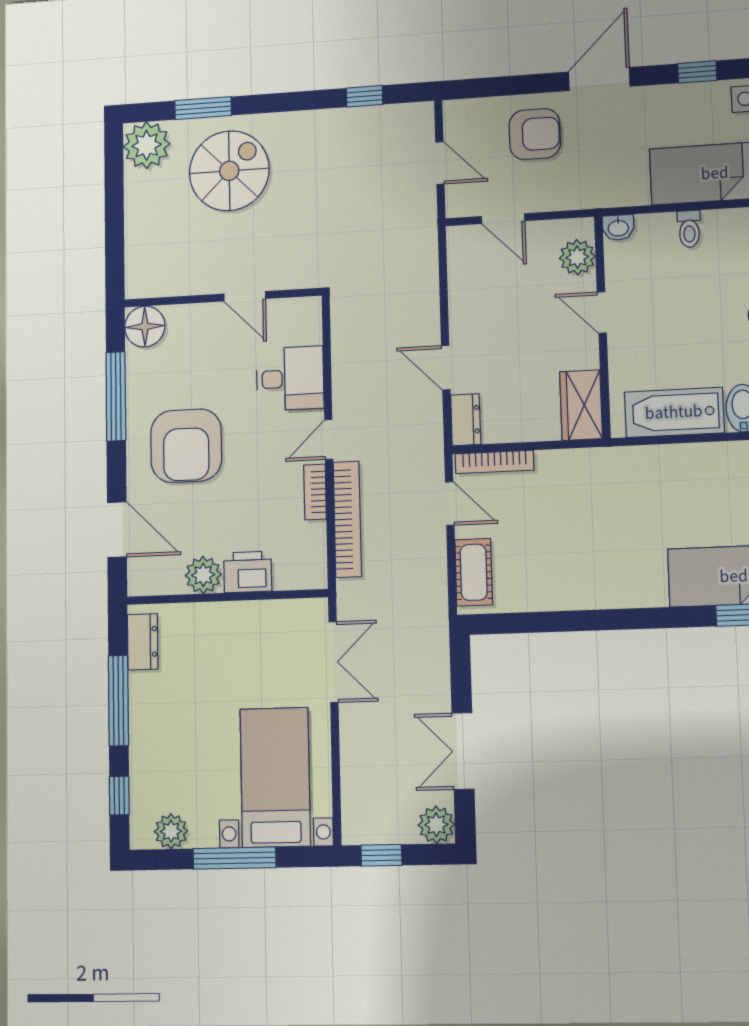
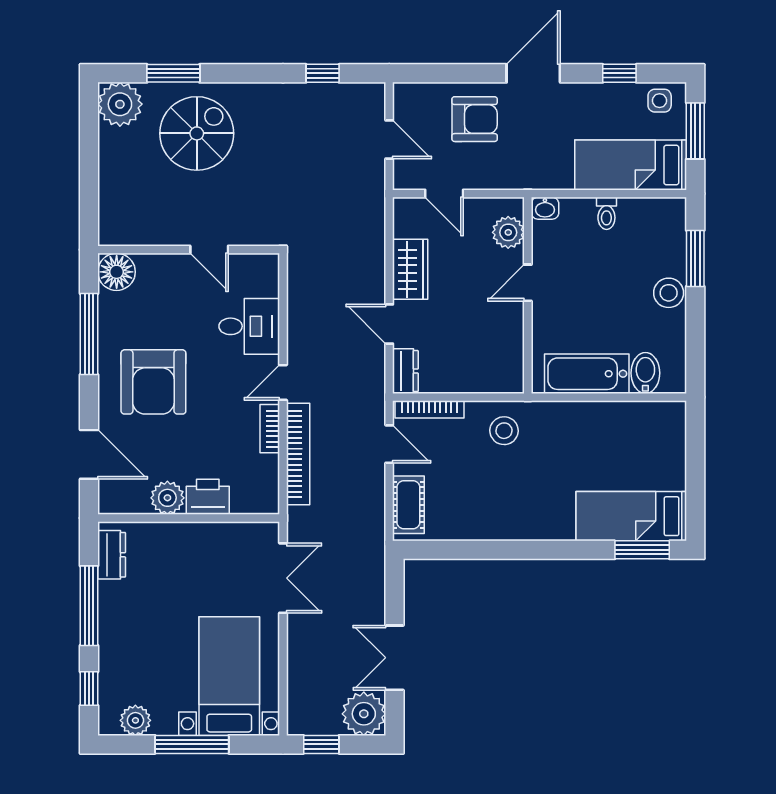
door: (602, 312) -> (528, 283), hinge flipped
wardrobe: (581, 405) -> (410, 269), moved, turned 180
stool: (581, 482) -> (504, 431), added
plant: (436, 825) -> (364, 714), width x1.36, depth x1.36

